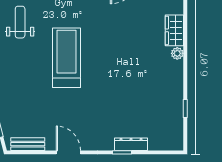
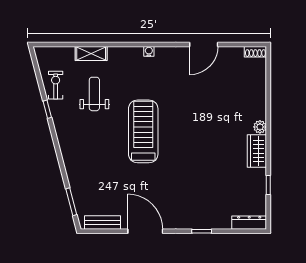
wardrobe: (174, 30) -> (257, 151), moved
dresser: (131, 144) -> (249, 223), moved
door: (68, 152) -> (145, 231), width x1.36

